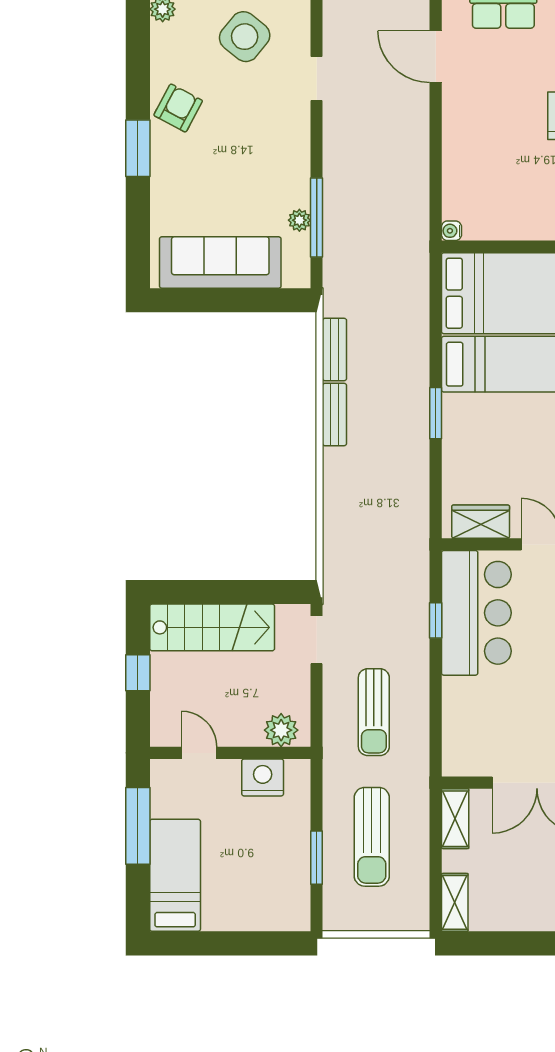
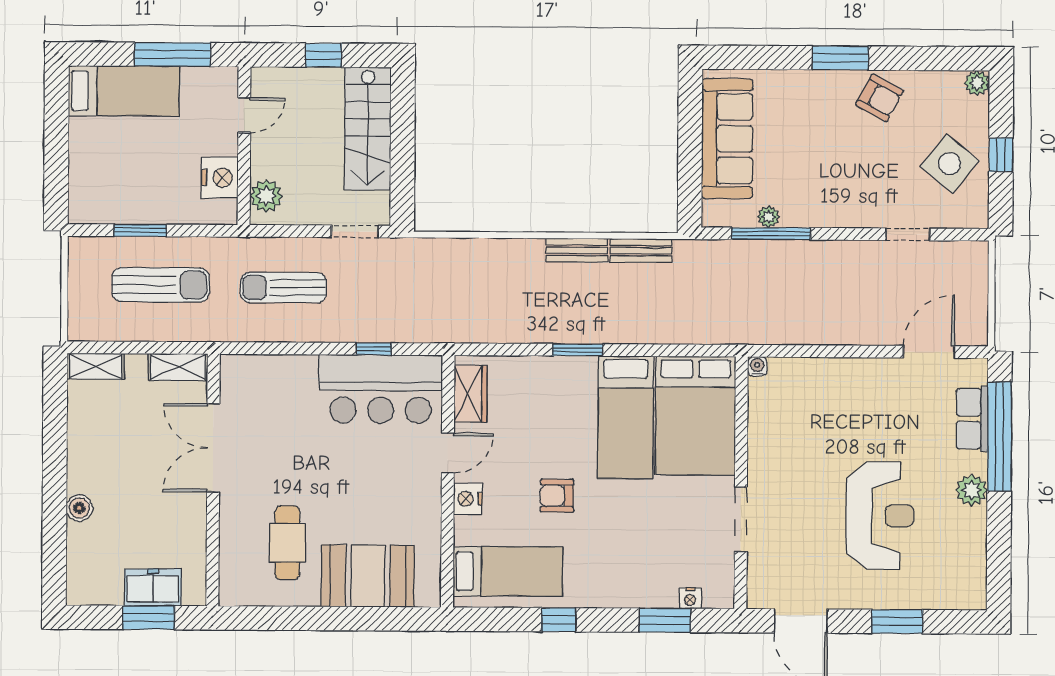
sun lounger: (372, 837) -> (161, 285), turned 180

